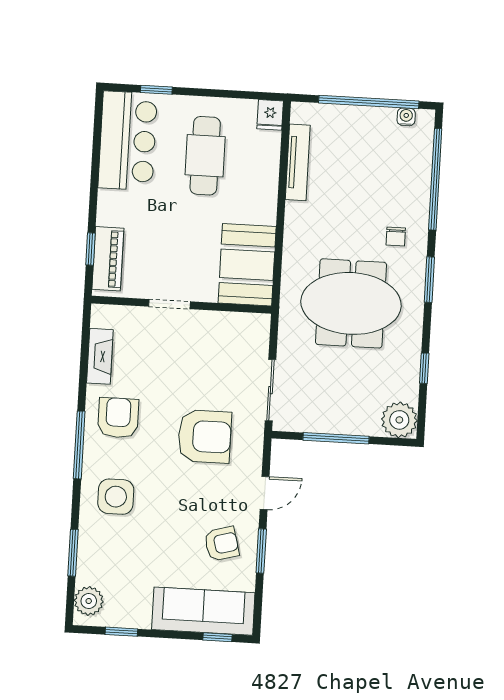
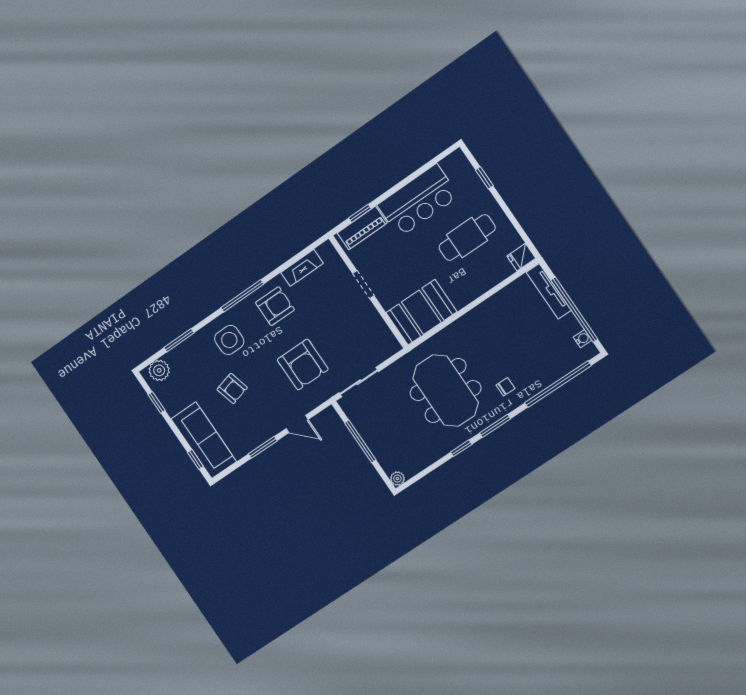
bar counter: (128, 141) -> (418, 201), moved
tv unit: (298, 162) -> (549, 291), moved, turned 90
chair: (396, 236) -> (506, 387), turned 180
window: (424, 368) -> (461, 448), moved
plant: (399, 420) -> (397, 479), width x0.53, depth x0.53
armchair: (222, 544) -> (232, 389), moved

